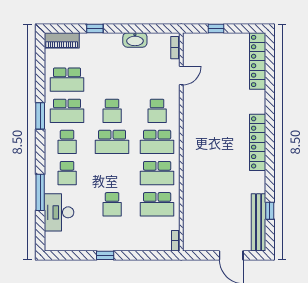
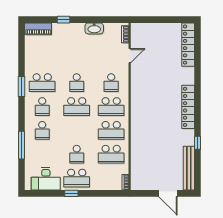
window: (216, 28) -> (156, 20), removed
school desk: (67, 80) -> (77, 178), moved
window: (270, 211) -> (197, 143), moved
desk: (59, 212) -> (46, 179), moved, turned -90

